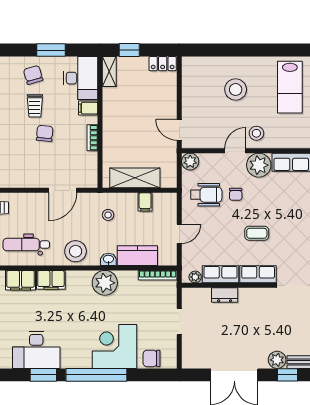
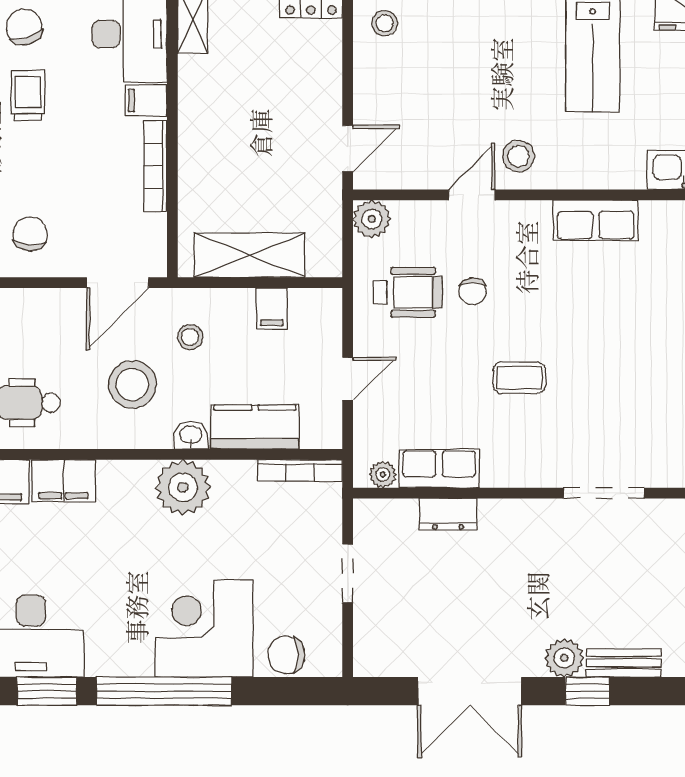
stool: (236, 89) -> (385, 23), moved, width x0.53, depth x0.53
trolley: (35, 106) -> (28, 96), turned 180
door: (179, 130) -> (348, 149), swing flipped
chair: (45, 133) -> (30, 234), moved
bookcase: (92, 138) -> (155, 166), width x1.56
plant: (259, 165) -> (524, 227), removed
door: (63, 190) -> (118, 283), moved
stool: (76, 251) -> (132, 385), moved
row of seats: (258, 274) -> (522, 469), removed

